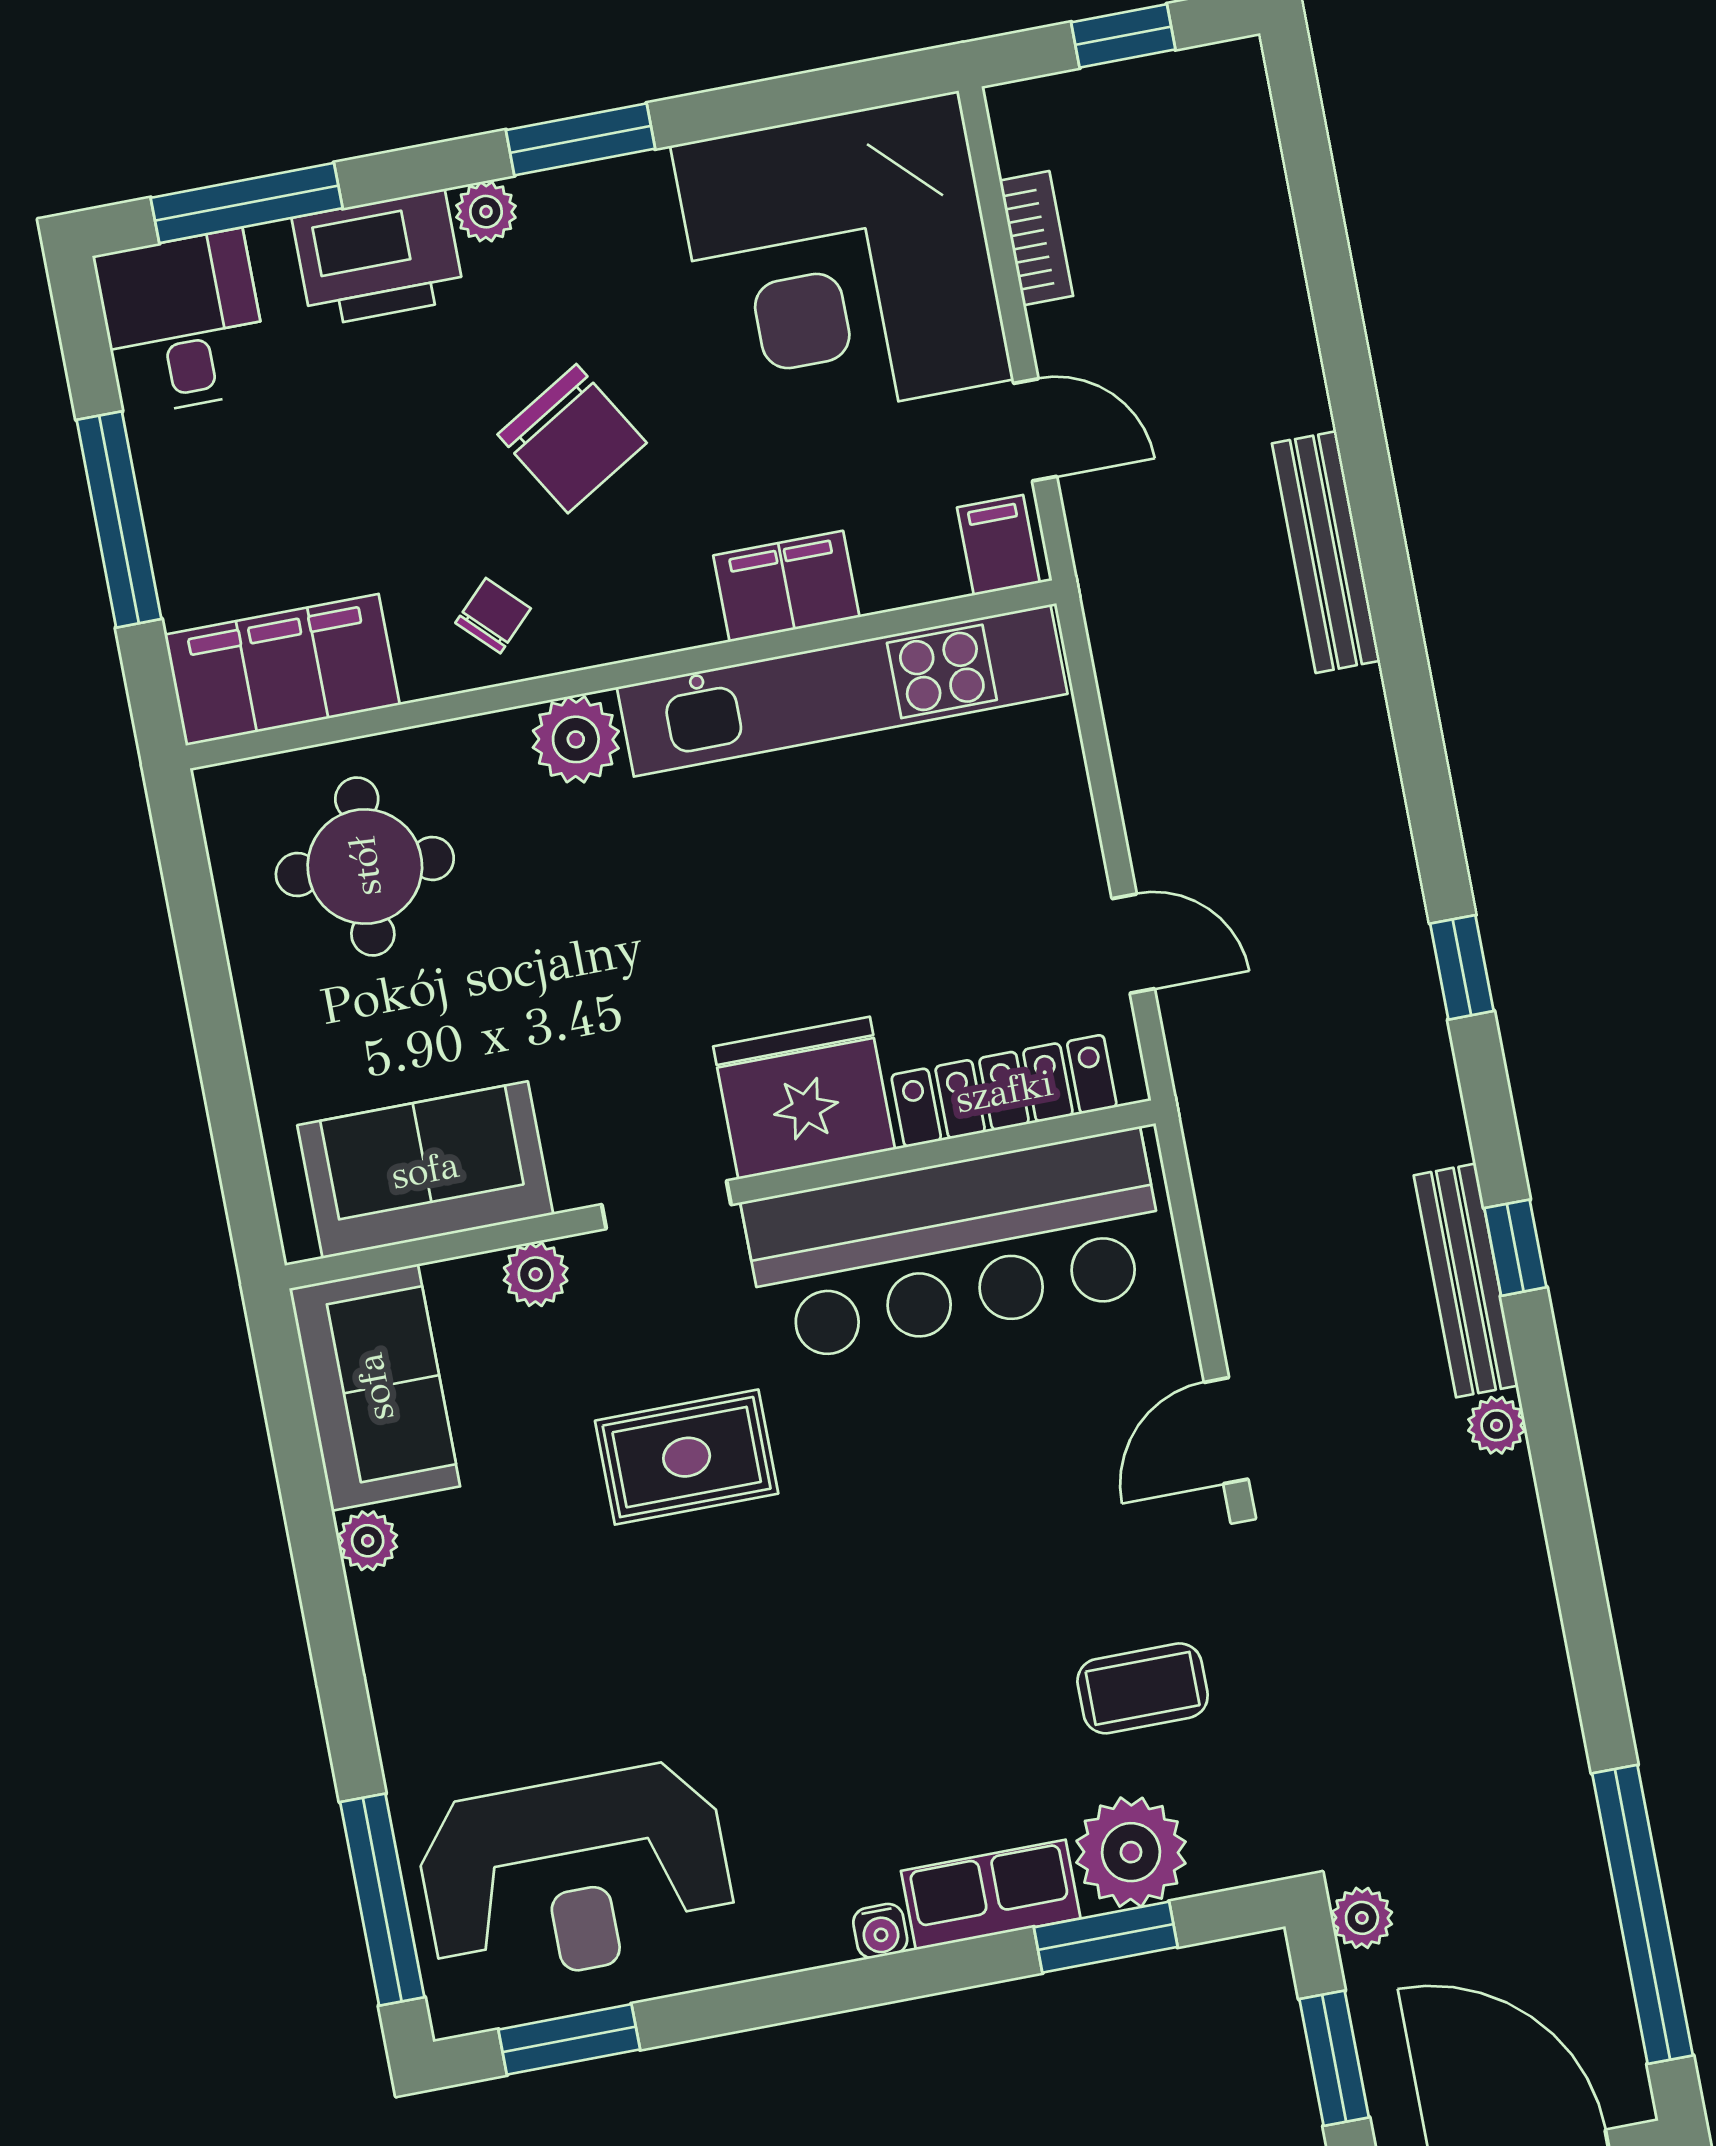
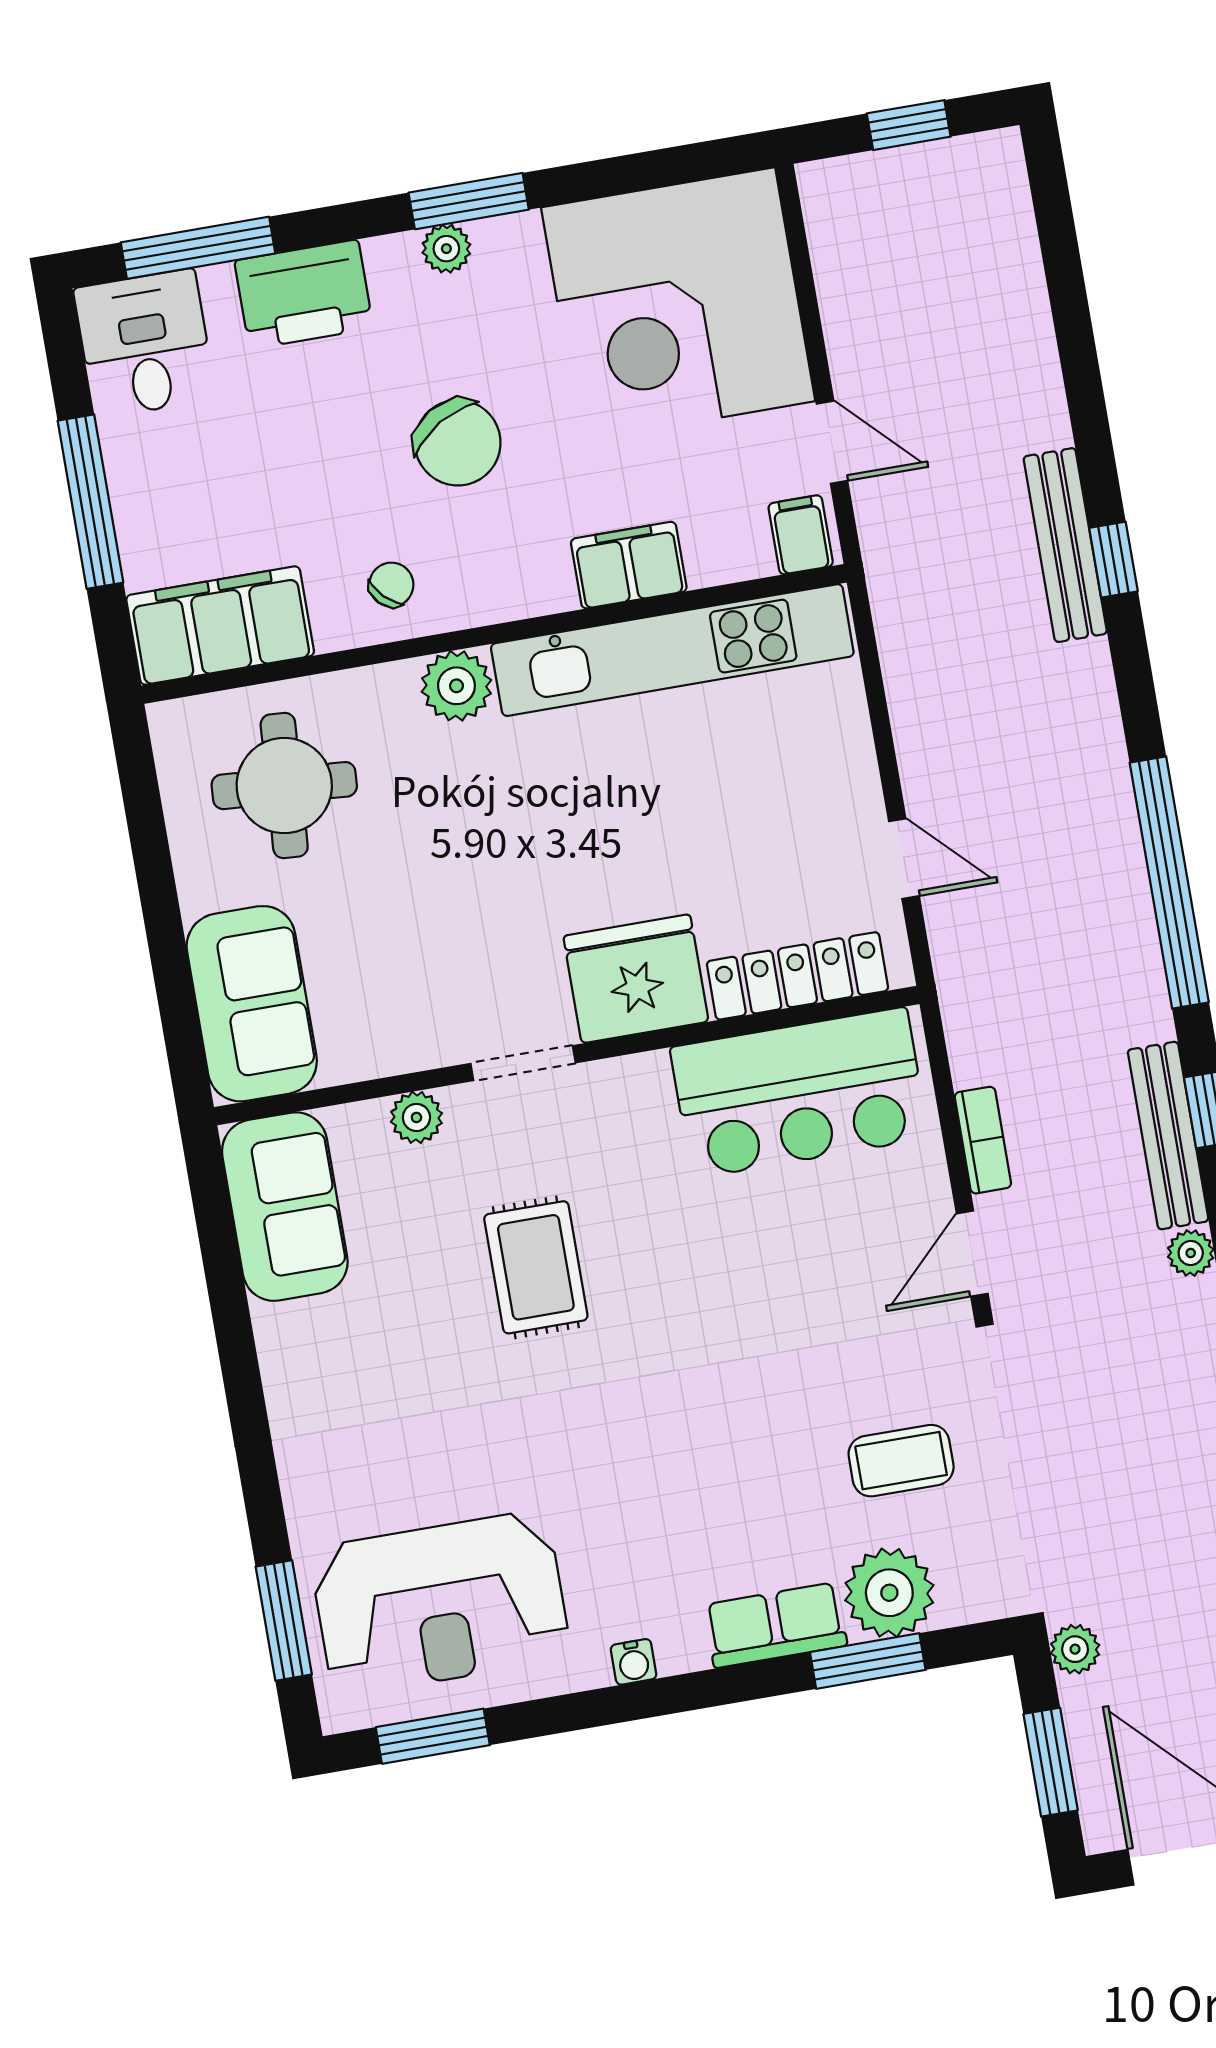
plant: (486, 212) -> (446, 249), moved
bookcase: (1036, 238) -> (983, 1140), moved
window: (1386, 569) -> (1113, 560), added
window: (1462, 967) -> (1169, 882), width x3.17
sofa: (425, 1170) -> (252, 1004), moved, turned 90
bar counter: (956, 1246) -> (799, 1093), width x0.73
rug: (687, 1457) -> (536, 1267), turned 90
plant: (368, 1541) -> (277, 1330), removed
window: (382, 1900) -> (284, 1621), width x0.69
water cooler: (880, 1931) -> (634, 1662), moved

